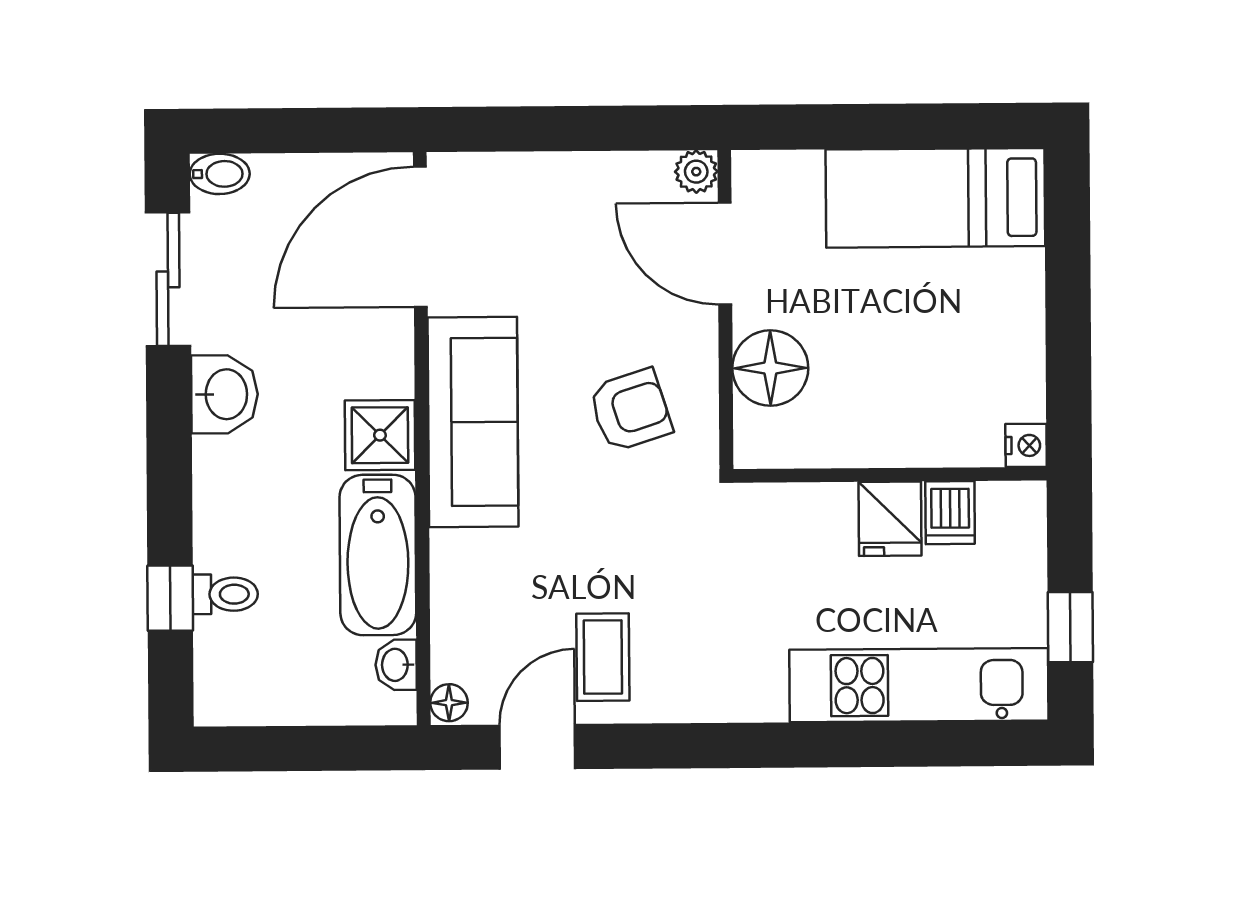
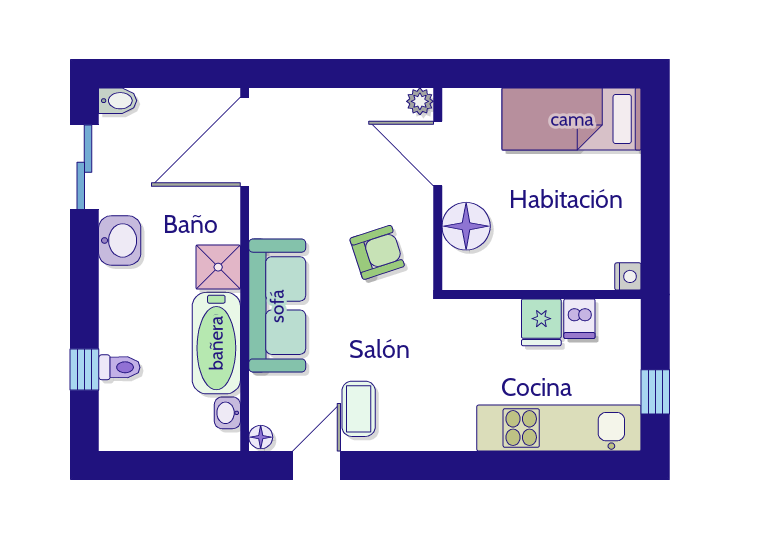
sofa: (473, 422) -> (277, 306), moved

